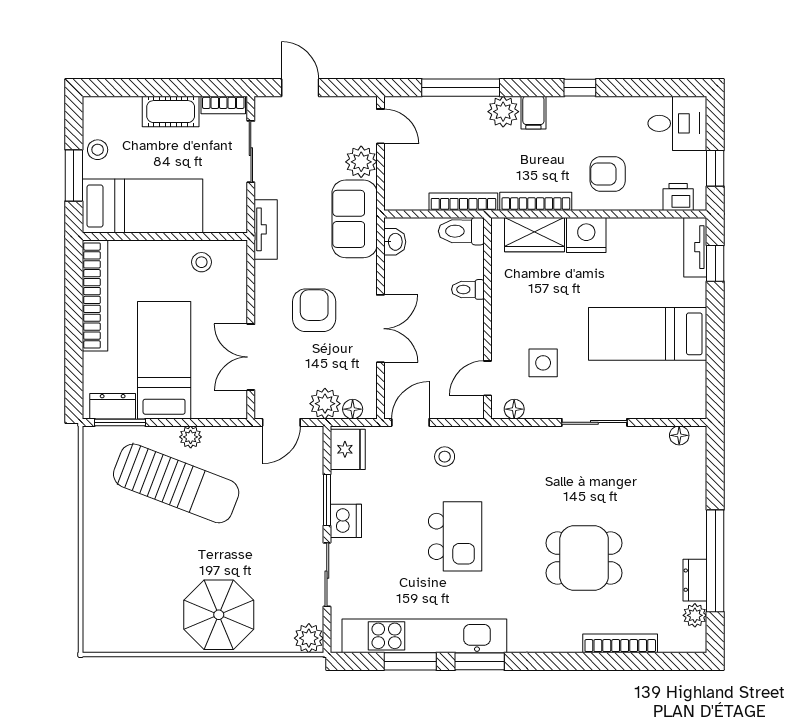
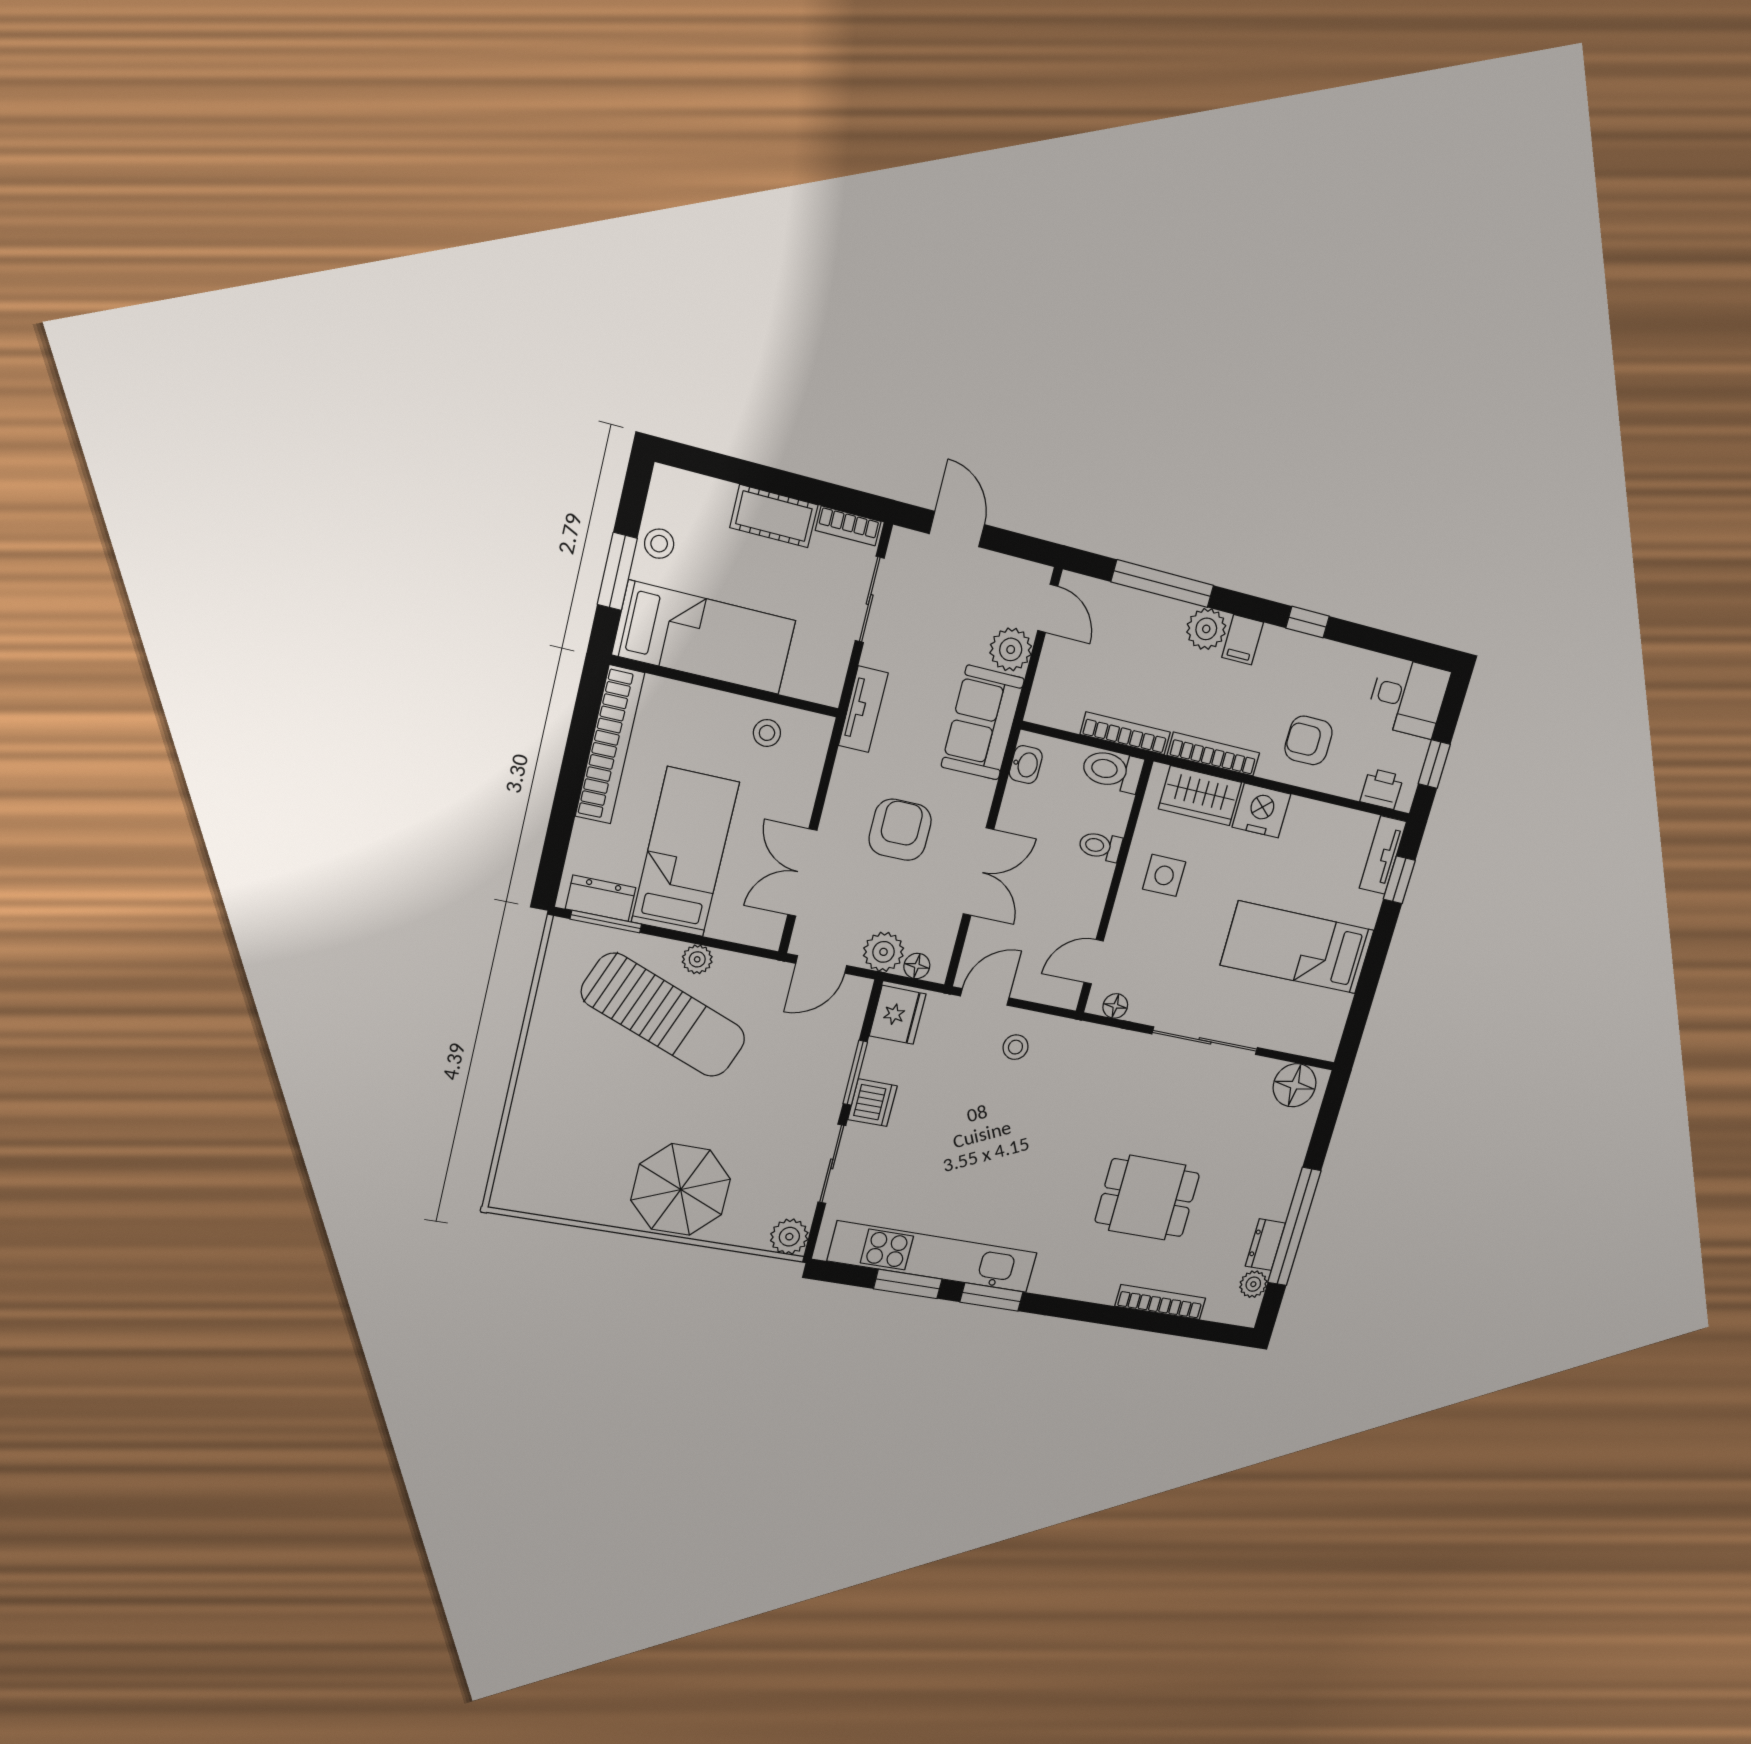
side table: (543, 363) -> (1164, 875), moved
sliding door: (594, 422) -> (1205, 1041), width x1.37
floor lamp: (679, 435) -> (1295, 1085), width x1.89, depth x1.89
kitchen island: (455, 536) -> (1002, 1146), removed

